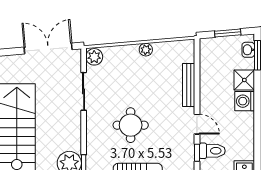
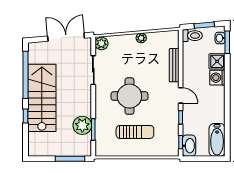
round table: (131, 125) -> (129, 96), width x1.36, depth x1.36
toilet: (212, 151) -> (192, 36), moved

